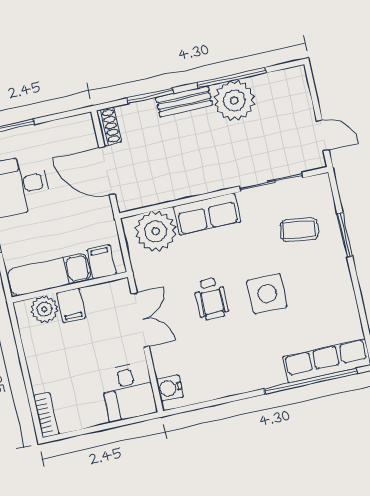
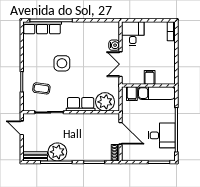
bench: (184, 101) -> (35, 156), moved
wheelchair: (211, 299) -> (87, 66), removed
plant: (44, 309) -> (162, 78), removed
water cooler: (170, 388) -> (114, 45), moved

